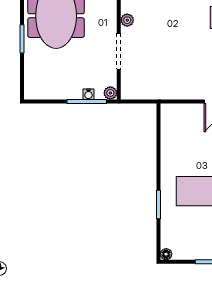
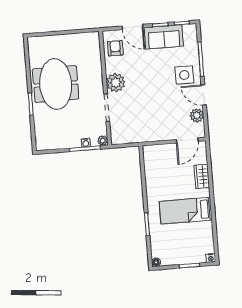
plant: (127, 20) -> (116, 83), width x1.87, depth x1.87

